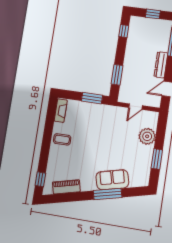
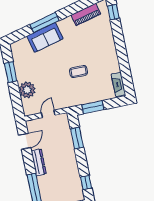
coffee table: (62, 139) -> (79, 72), moved

